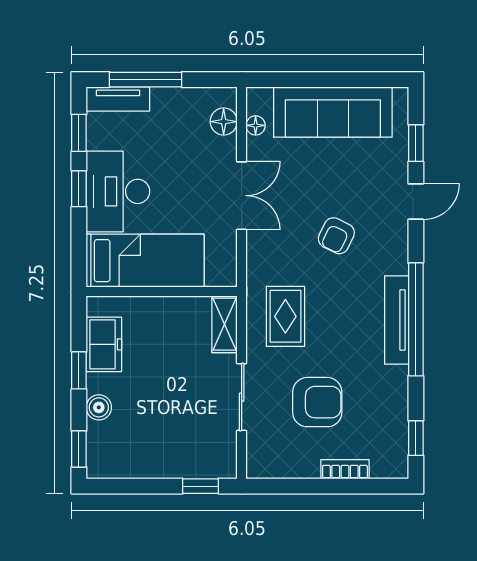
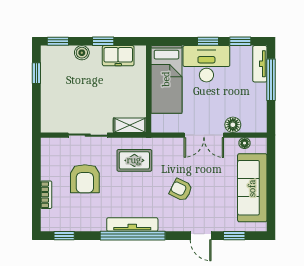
floor lamp: (224, 122) -> (233, 125), moved
window: (200, 486) -> (36, 73), moved

